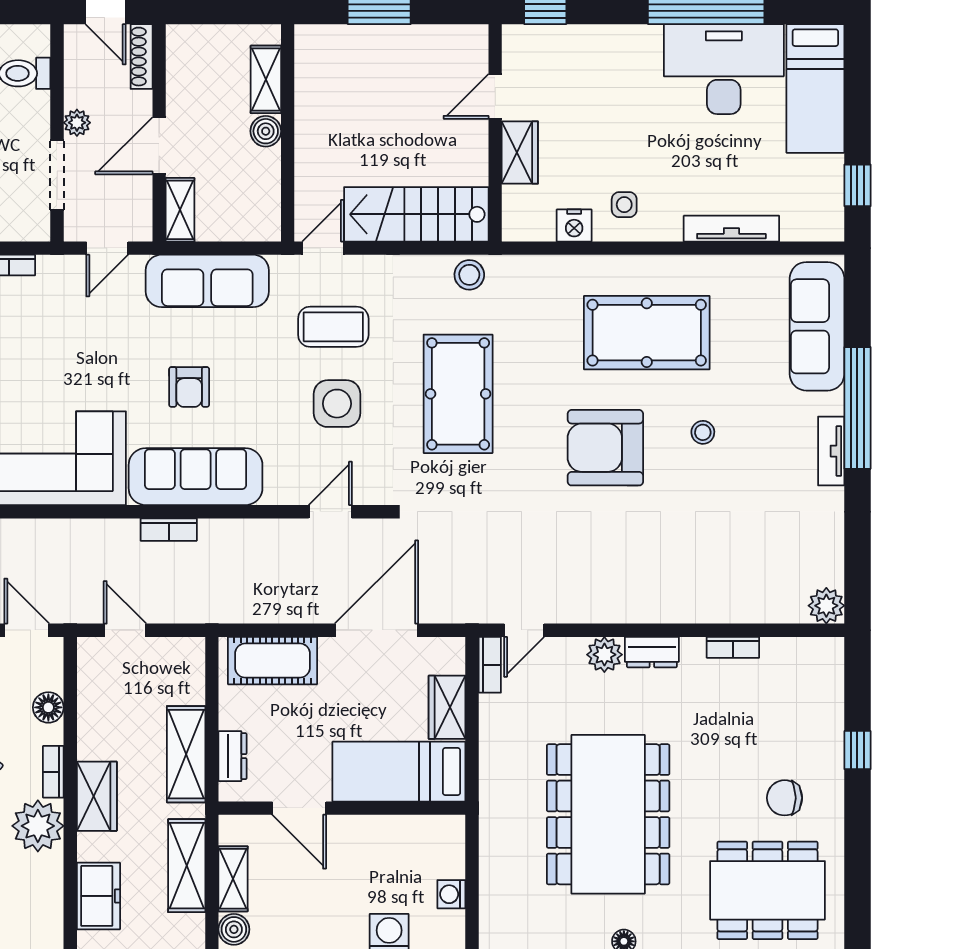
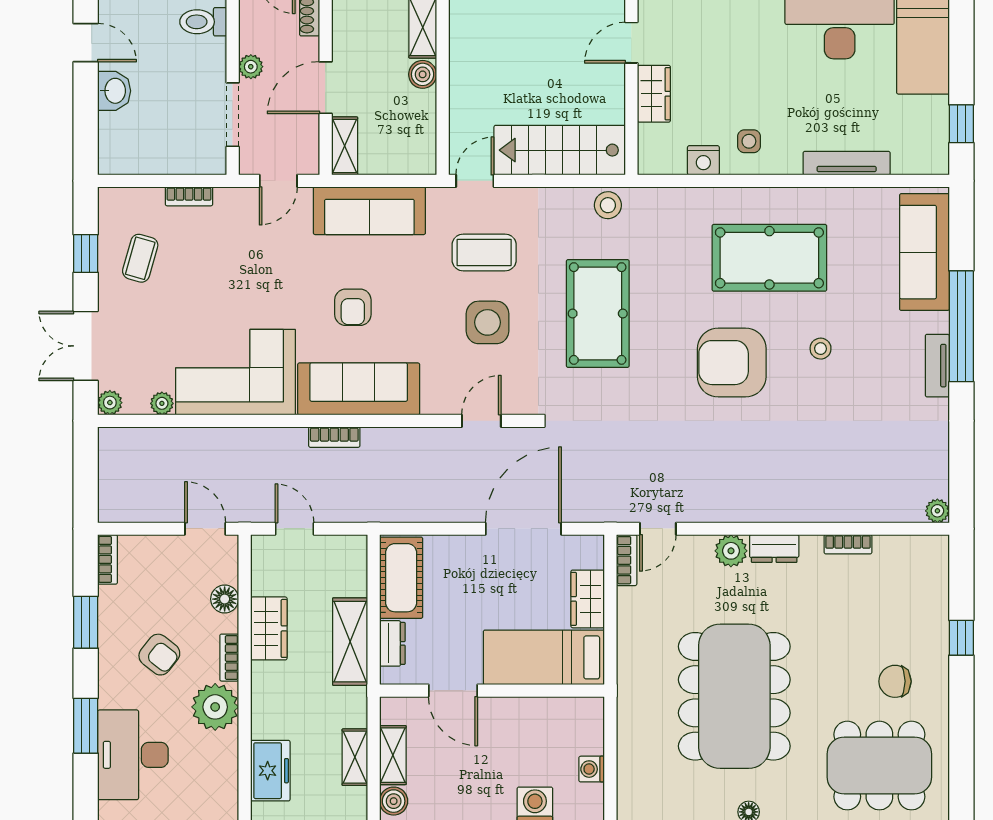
plant: (826, 606) -> (937, 511), width x0.73, depth x0.73
cot: (272, 661) -> (401, 578), moved, turned 90
wardrobe: (97, 796) -> (269, 628), moved
shelving: (187, 866) -> (355, 757), width x0.67, depth x0.75

